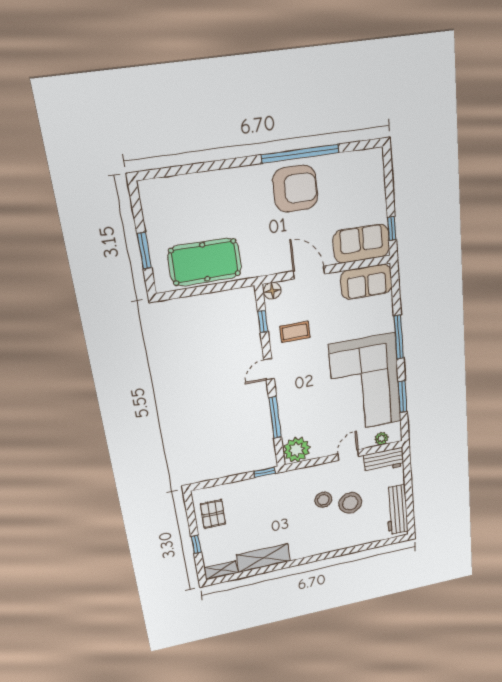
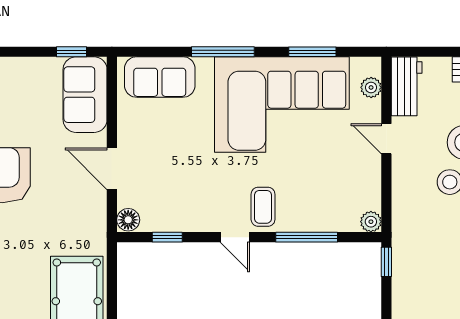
door: (309, 272) -> (112, 169), hinge flipped
sofa: (366, 282) -> (160, 77), moved, turned 90
coffee table: (295, 332) -> (263, 207), moved
plant: (297, 450) -> (371, 222), width x0.53, depth x0.53

